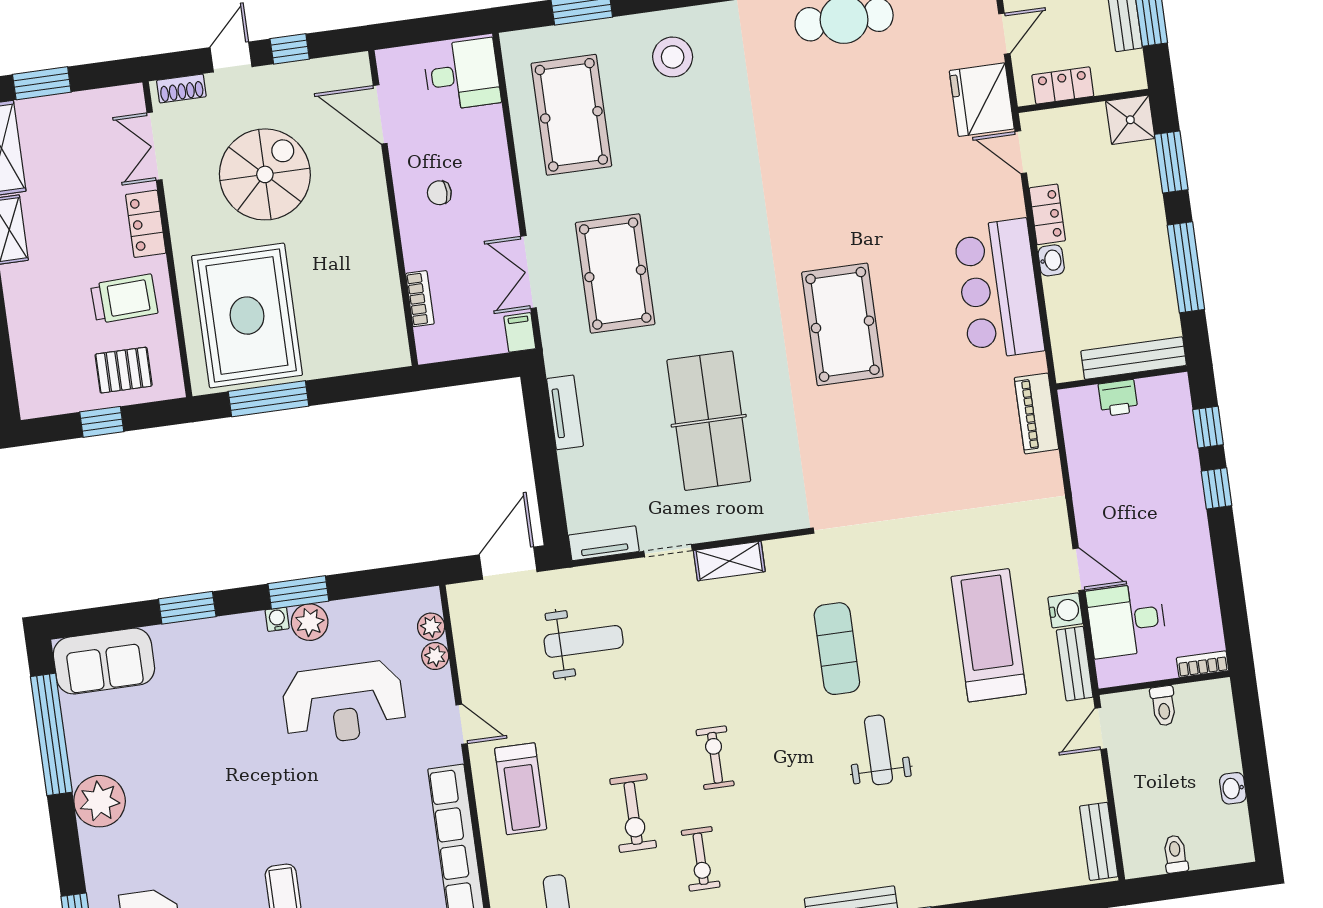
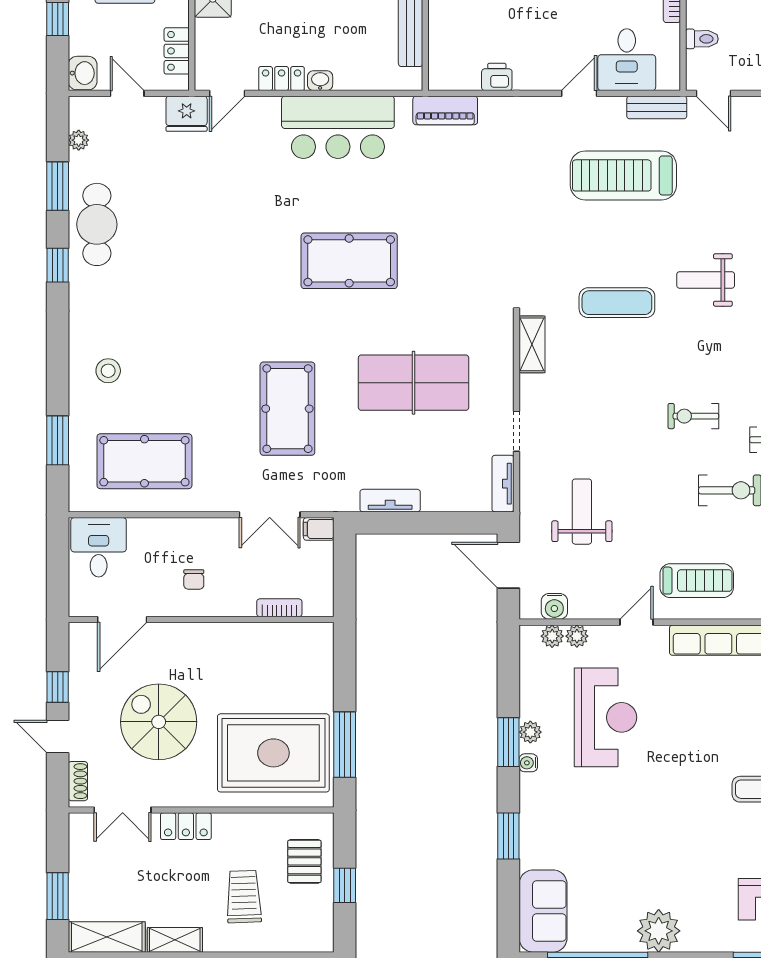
stool: (673, 57) -> (108, 371), width x0.73, depth x0.73
fridge: (982, 100) -> (187, 114), width x0.73, depth x0.75
pool table: (615, 274) -> (287, 409), moved, turned 90
trolley: (124, 299) -> (244, 897), moved
printer: (1118, 398) -> (497, 77), moved, turned -90
shelving: (729, 561) -> (532, 344), moved
water cooler: (1065, 610) -> (554, 606), moved, turned 180
plant: (310, 622) -> (530, 732), width x0.73, depth x0.73

